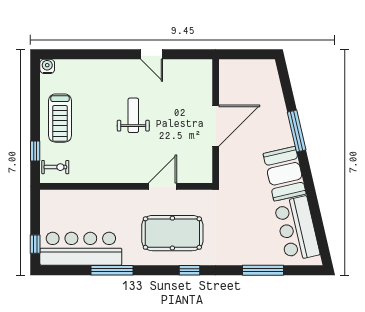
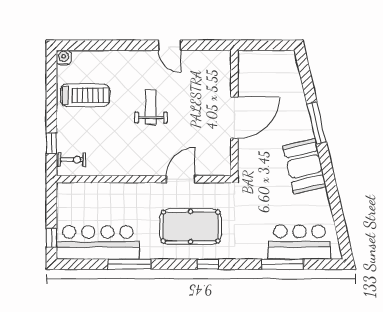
treadmill: (60, 118) -> (85, 95), moved, turned -90
bar counter: (297, 229) -> (299, 242), moved, turned 103

